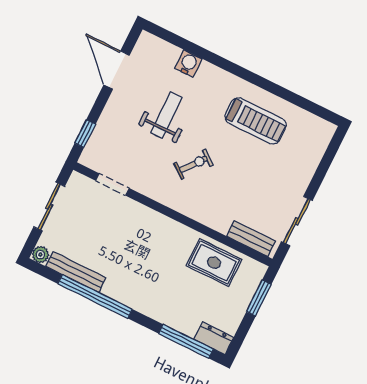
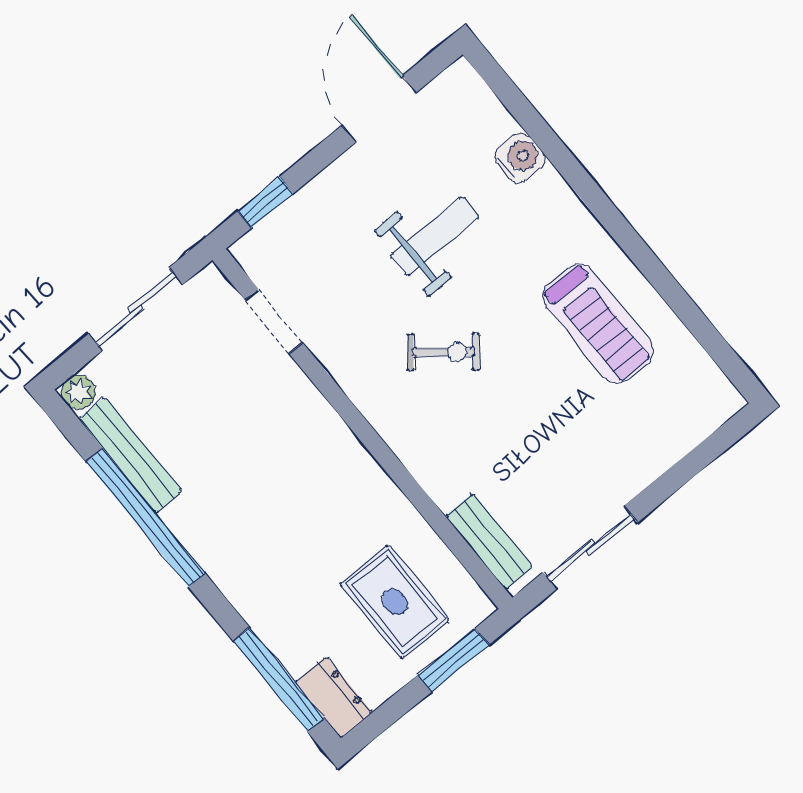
rug: (214, 263) -> (395, 602), moved

